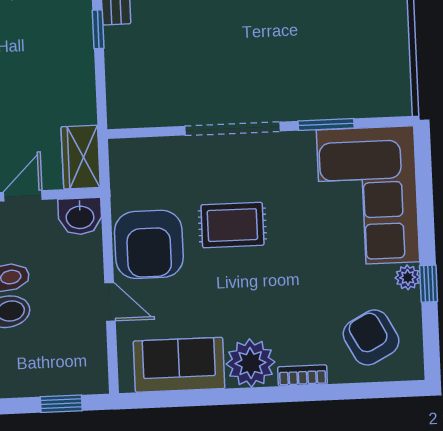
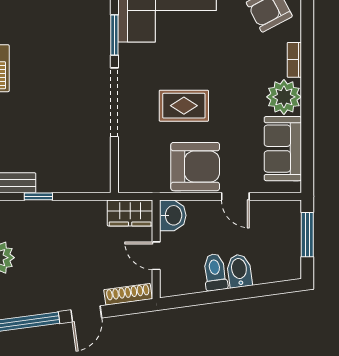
rug: (232, 225) -> (184, 106), turned 90
door: (110, 302) -> (235, 196), swing flipped
window: (61, 404) -> (307, 235), width x1.50

